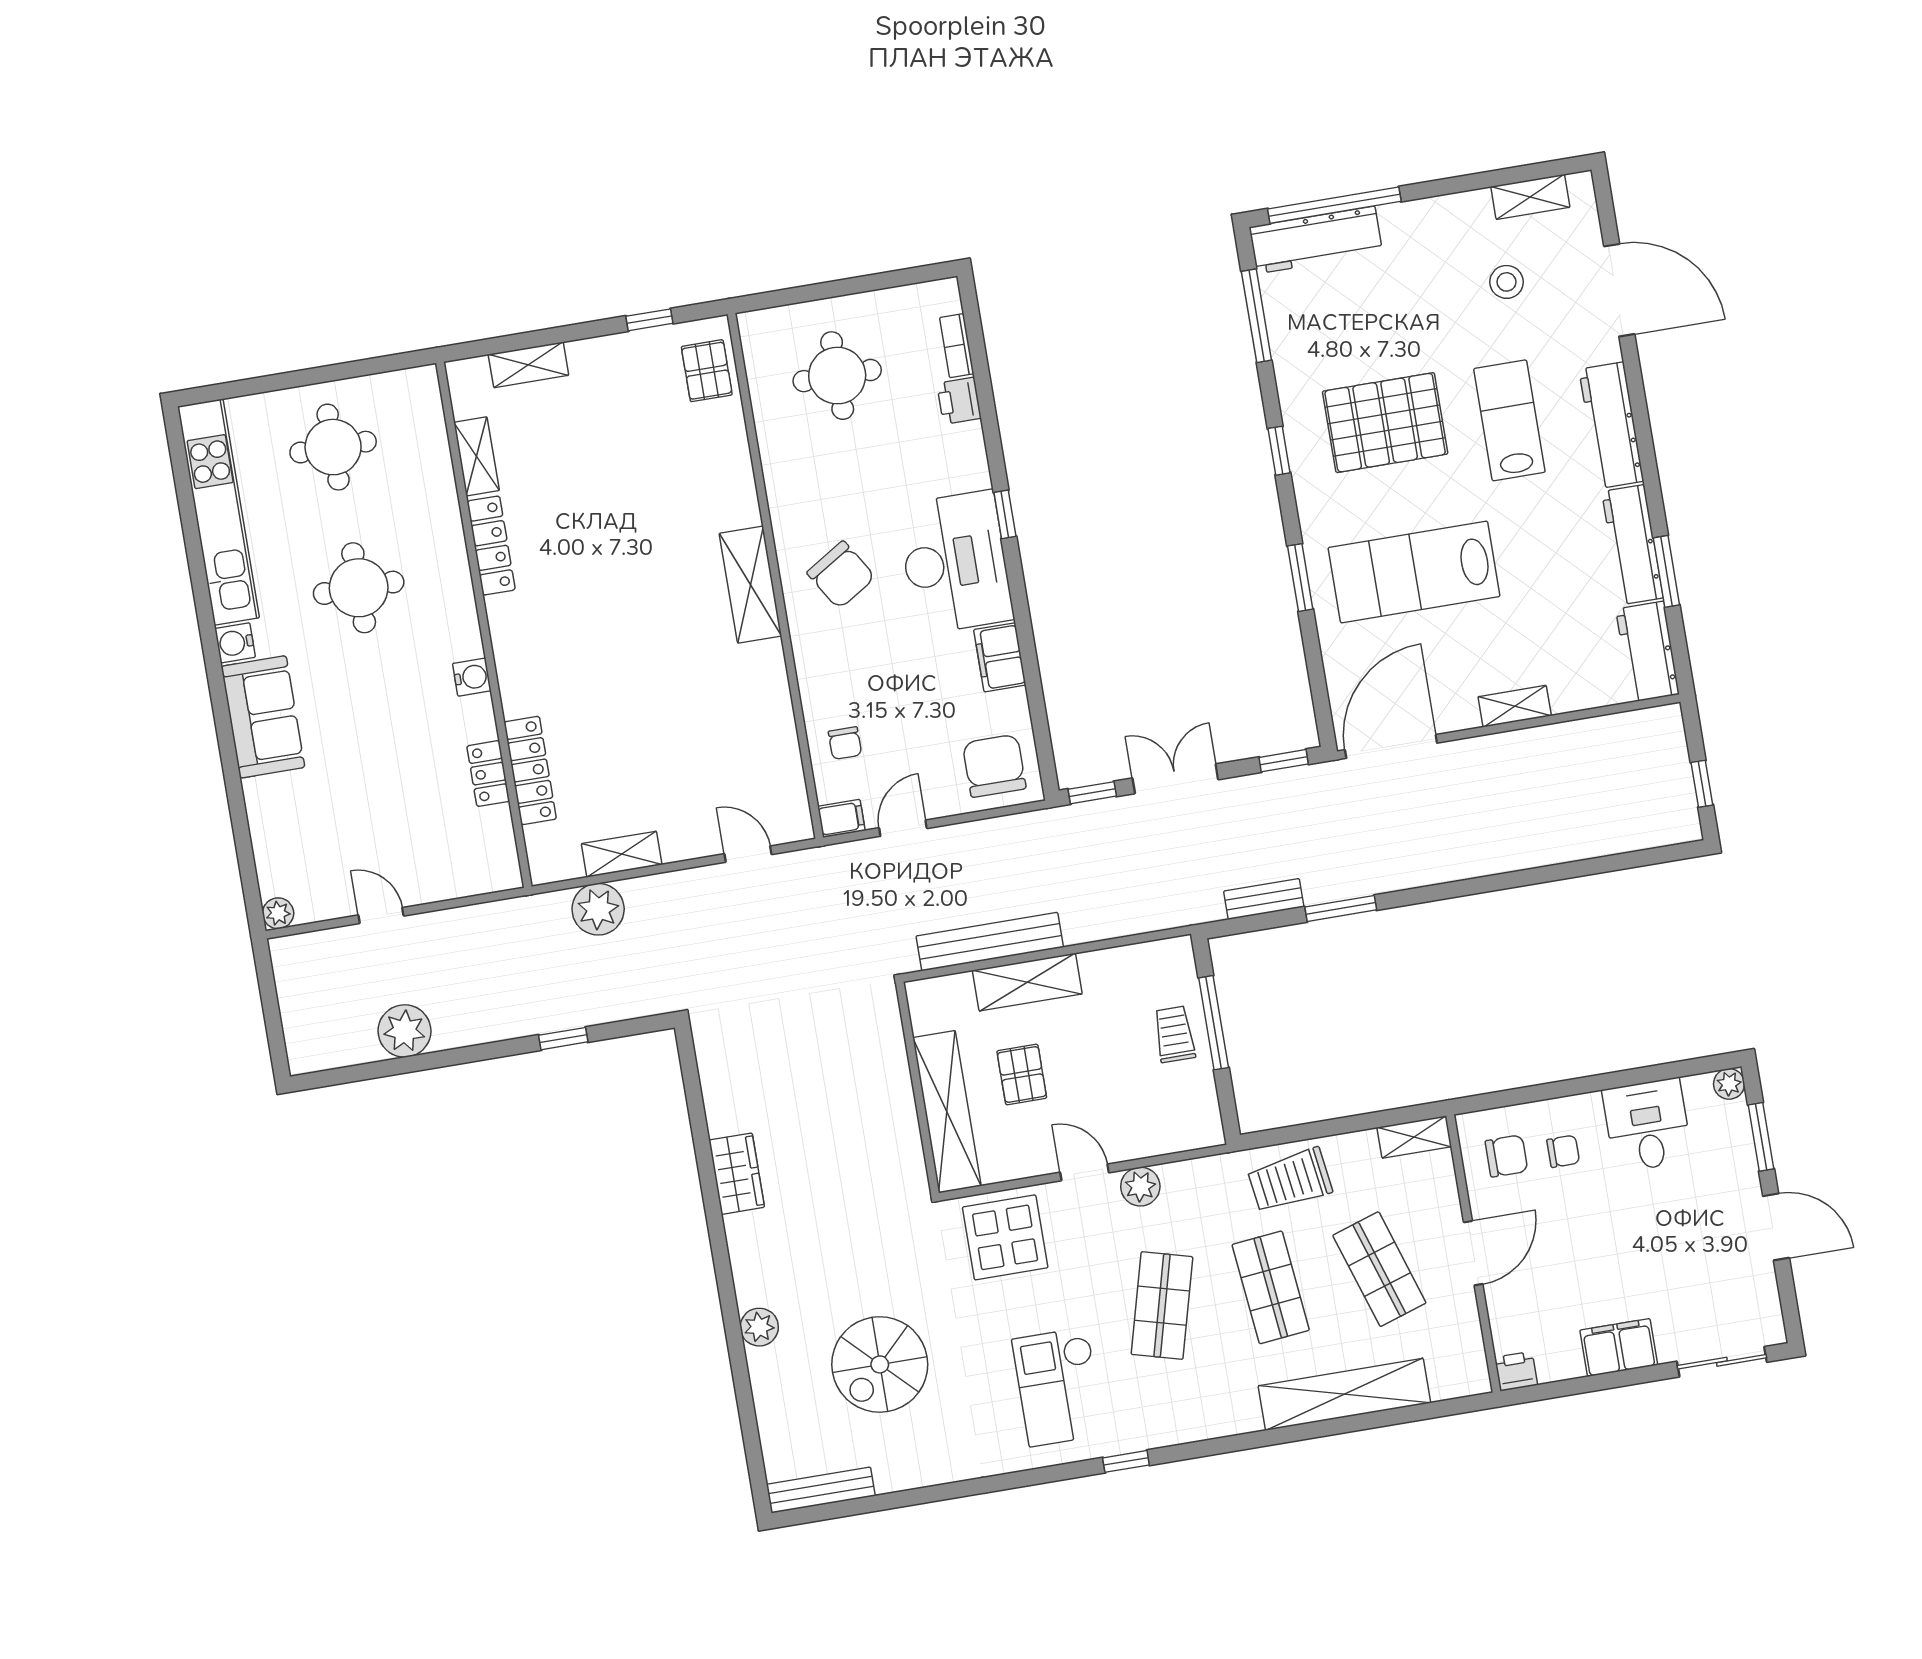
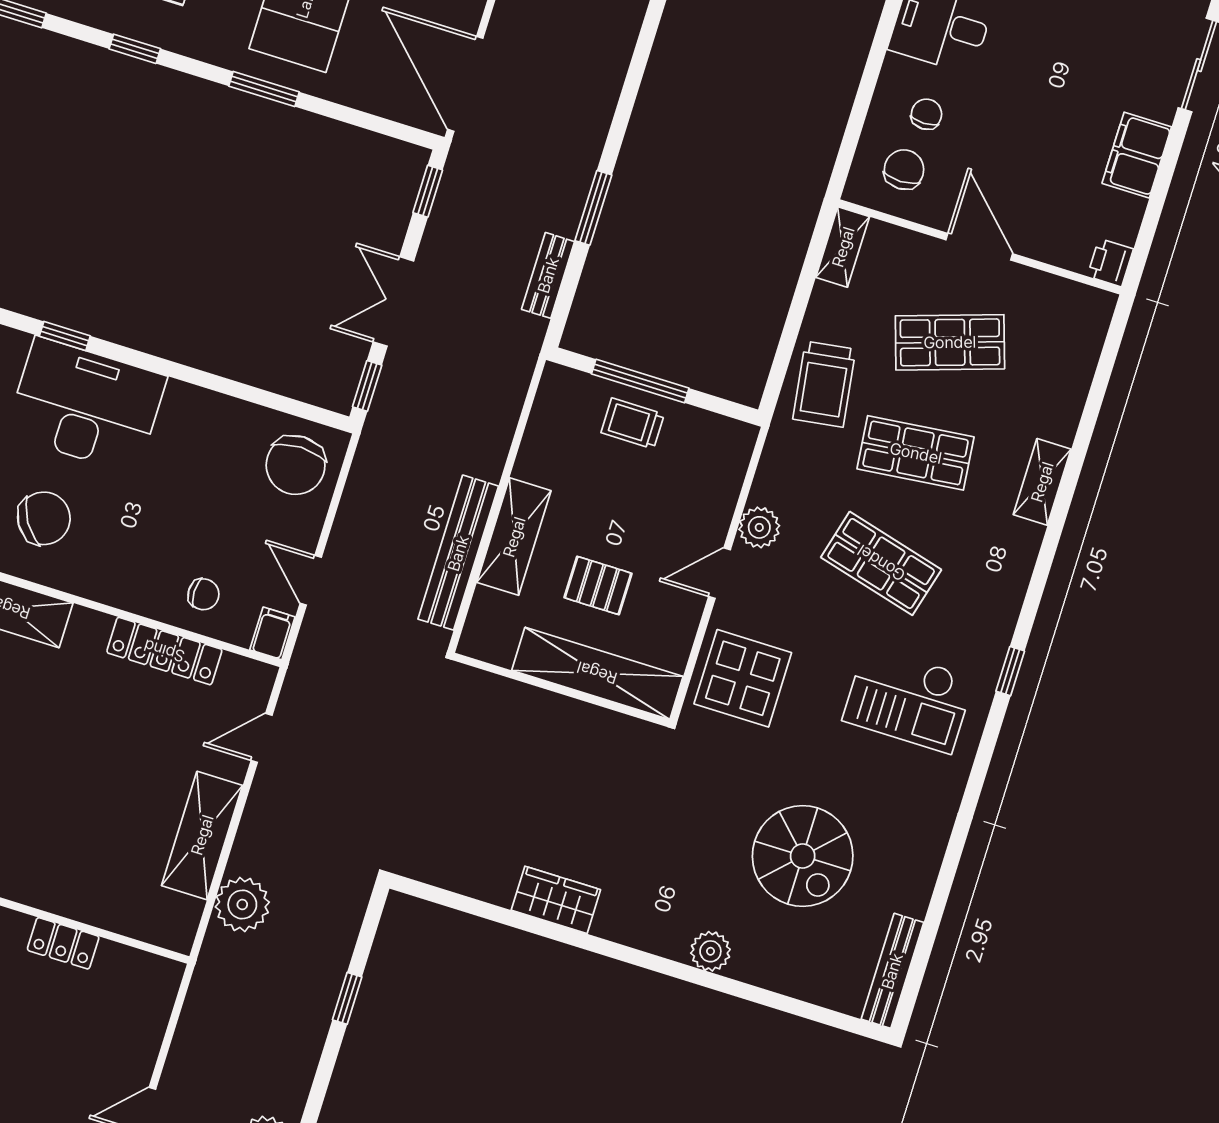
filing cabinet: (1000, 657) -> (196, 408), removed
chair: (994, 766) -> (296, 465), turned -90
locker: (530, 770) -> (164, 651), moved, turned 180
shelving: (622, 854) -> (202, 835), width x1.50, depth x1.33
shelving: (1344, 1394) -> (1042, 482), width x0.45, depth x0.75

